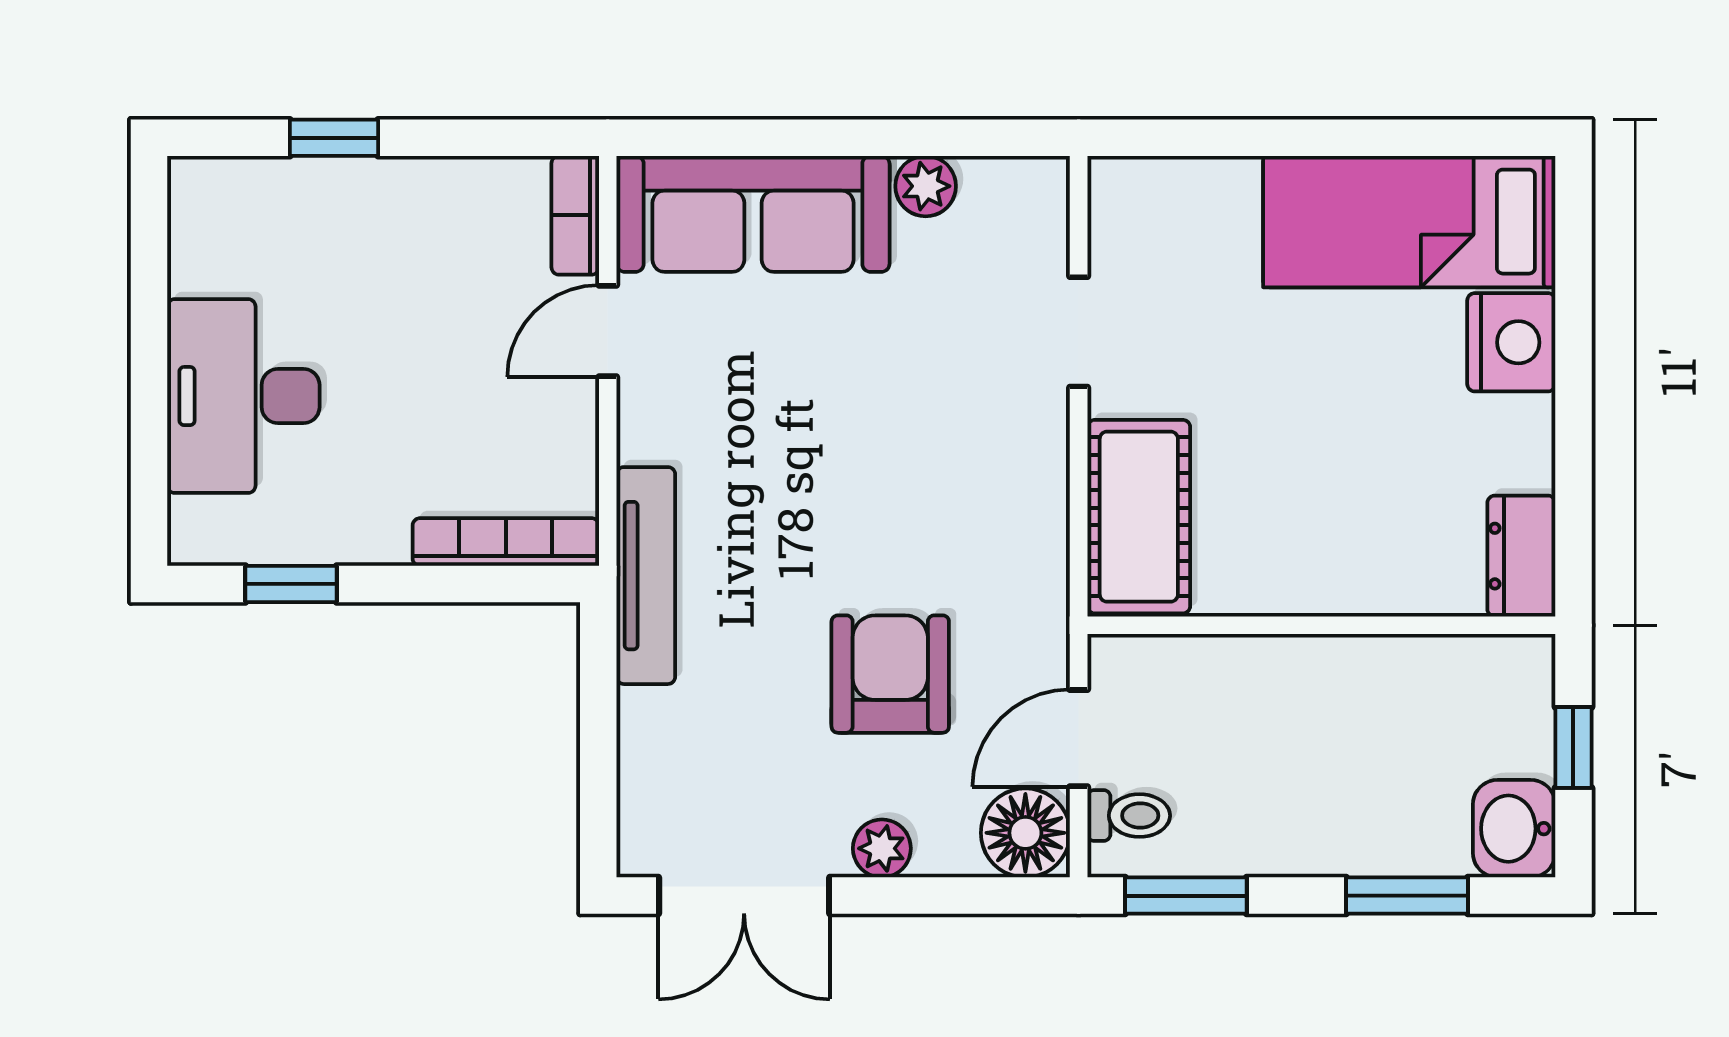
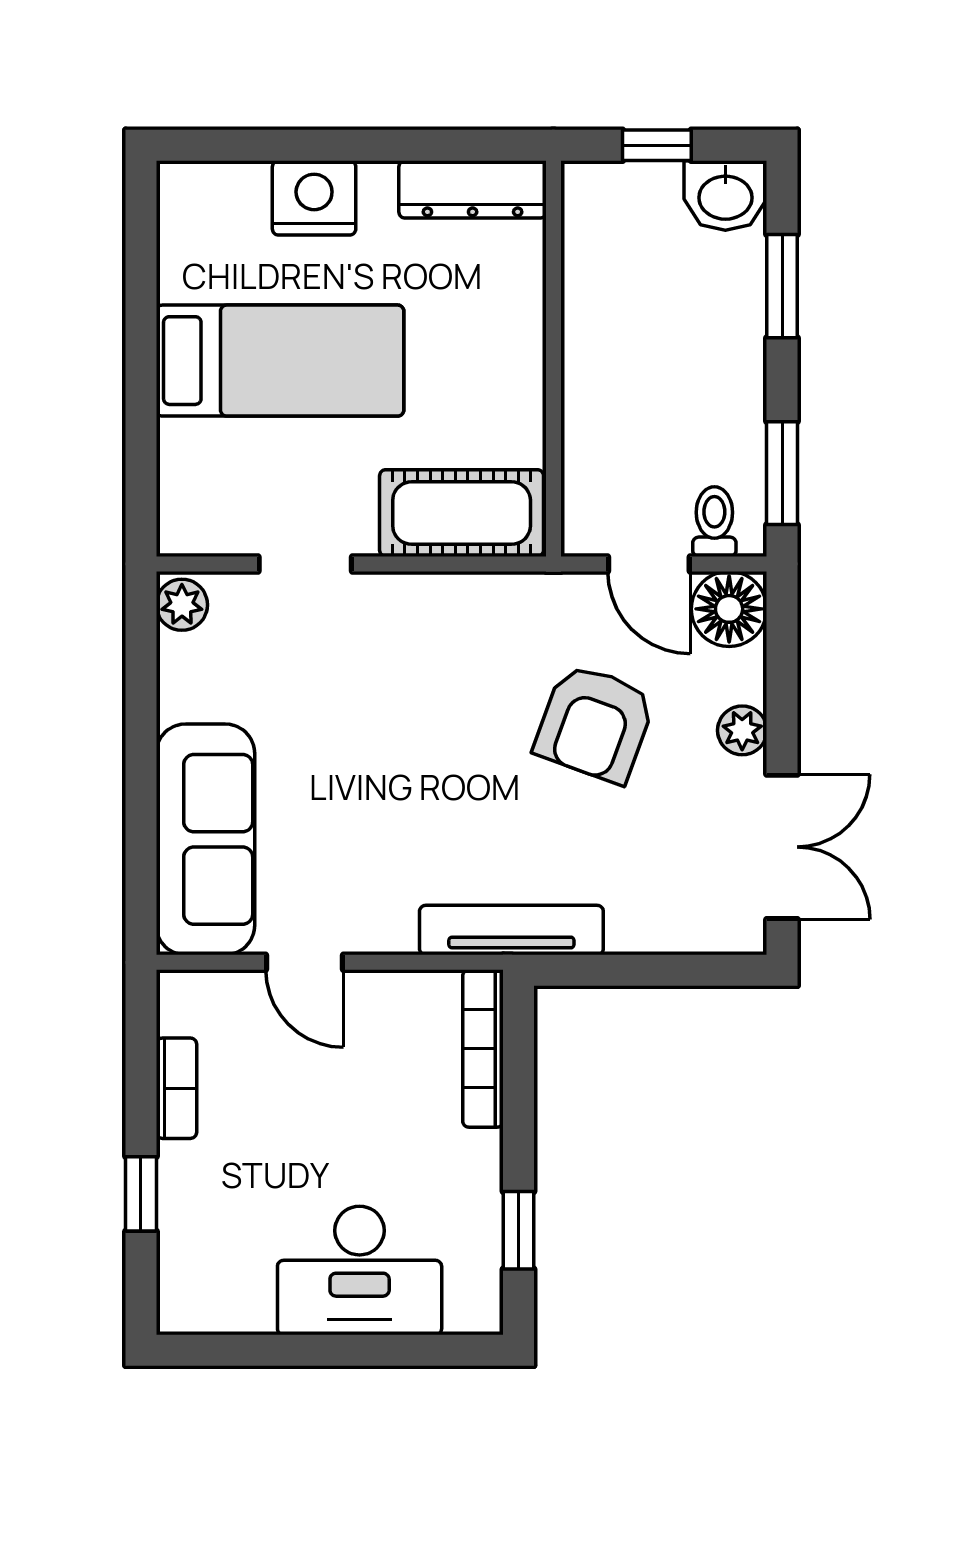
plant: (926, 186) -> (182, 605), moved
bookcase: (575, 215) -> (176, 1088), moved, turned -90
bed: (1409, 222) -> (280, 361), moved, turned -90
dresser: (1521, 556) -> (473, 189), width x1.44
armchair: (890, 674) -> (595, 723), turned -70

